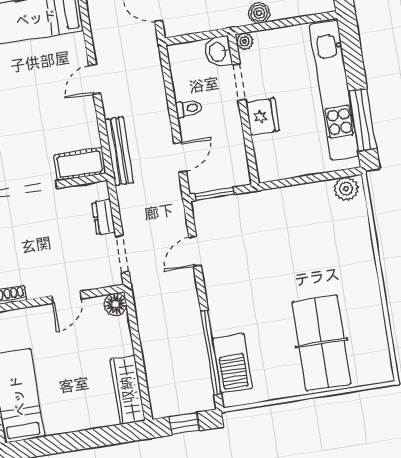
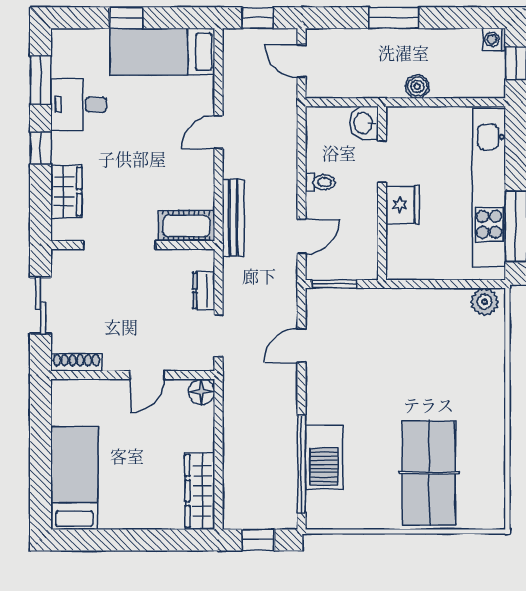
plant: (245, 41) -> (396, 116), removed
barbecue: (232, 363) -> (324, 457), moved

